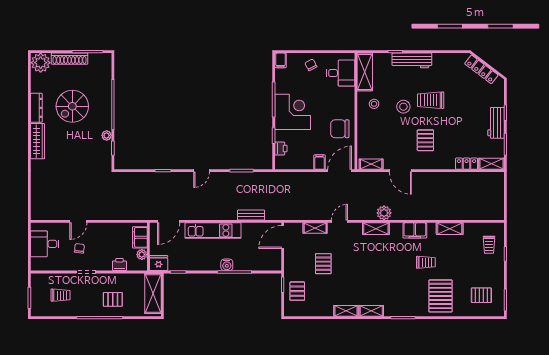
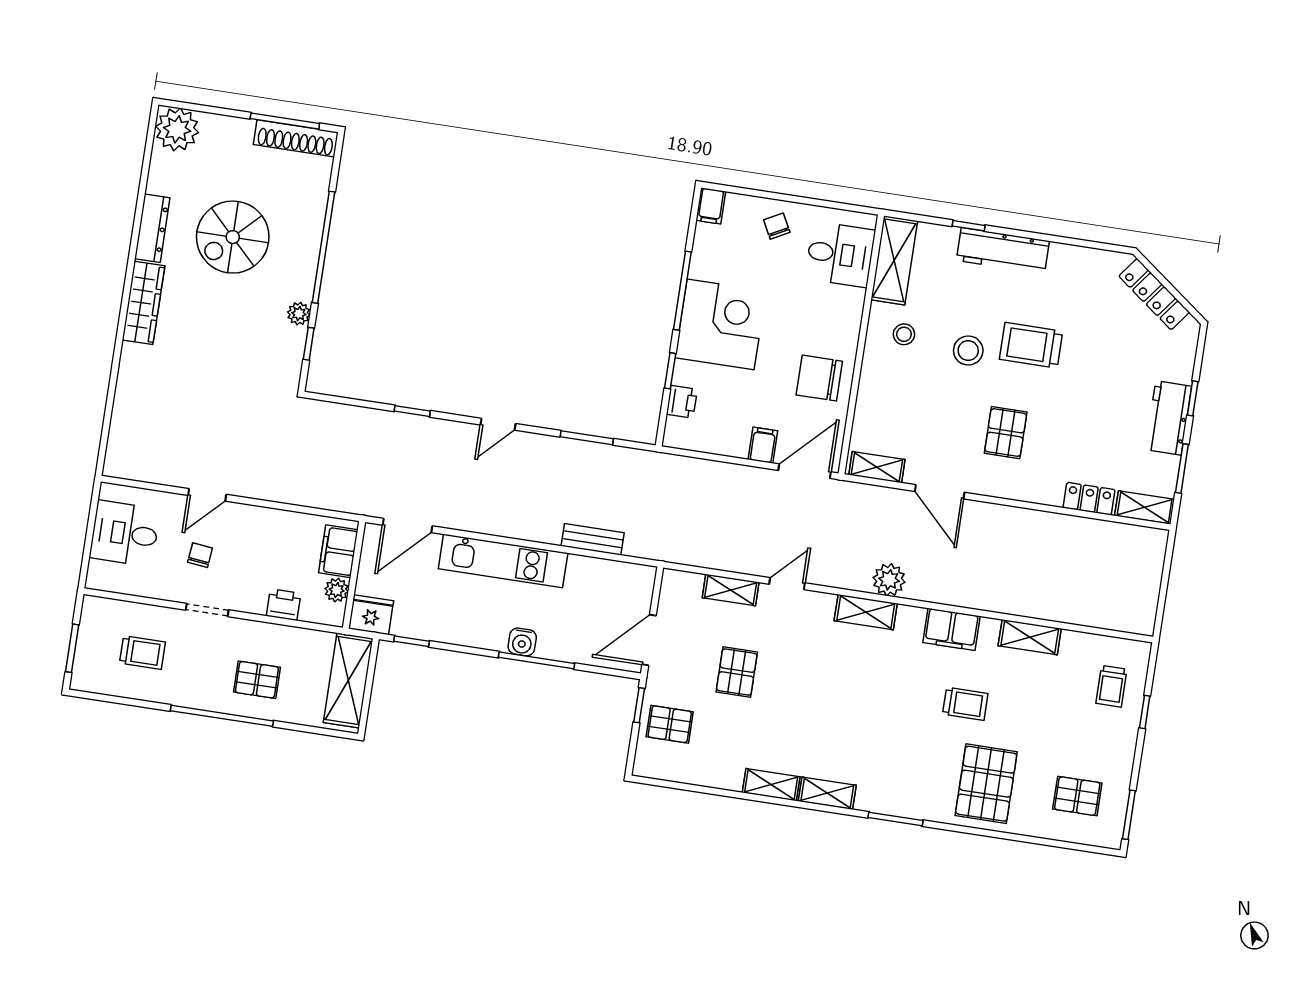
shoe rack: (70, 59) -> (296, 138), moved
door: (283, 237) -> (649, 640), moved
pallet: (297, 291) -> (670, 724), turned 90

